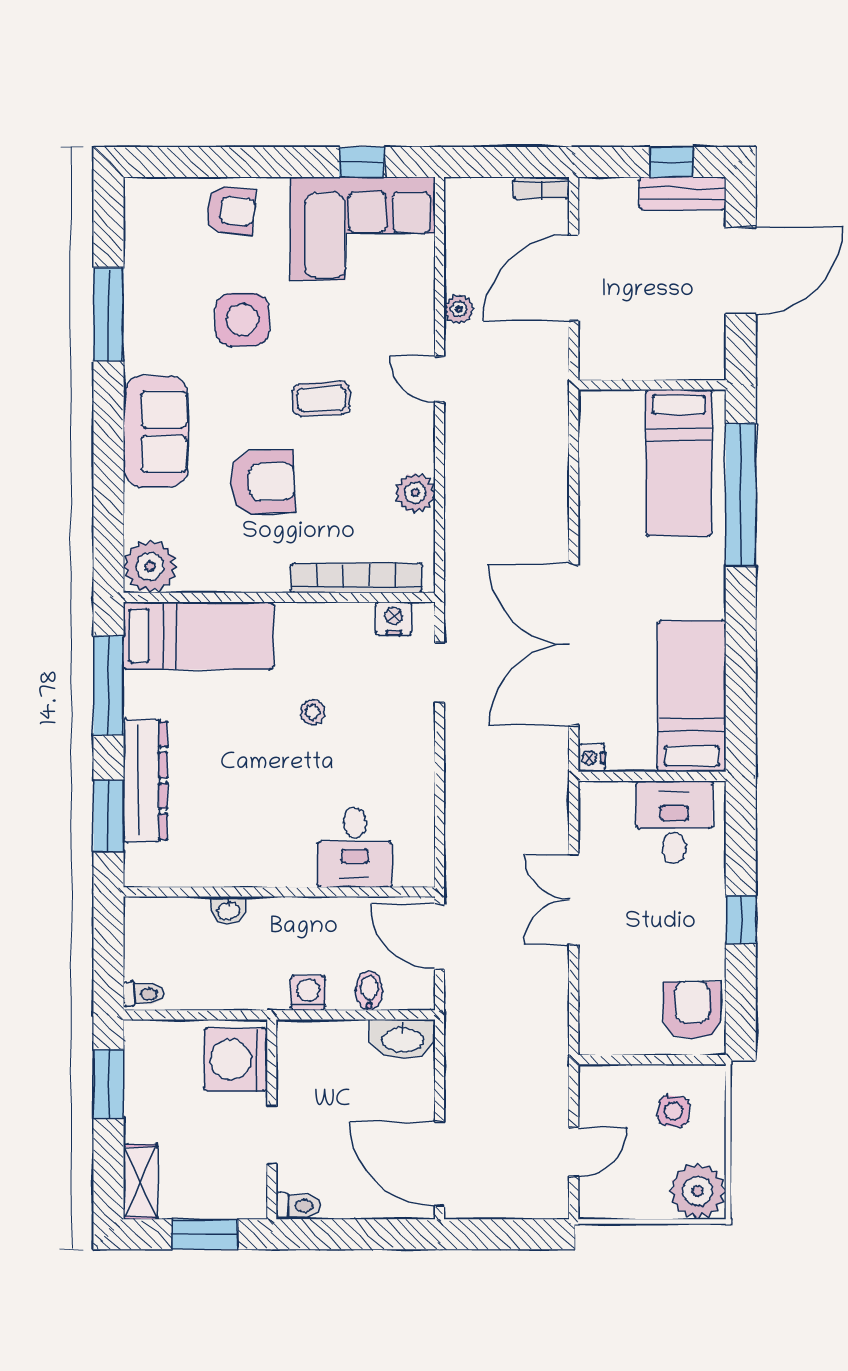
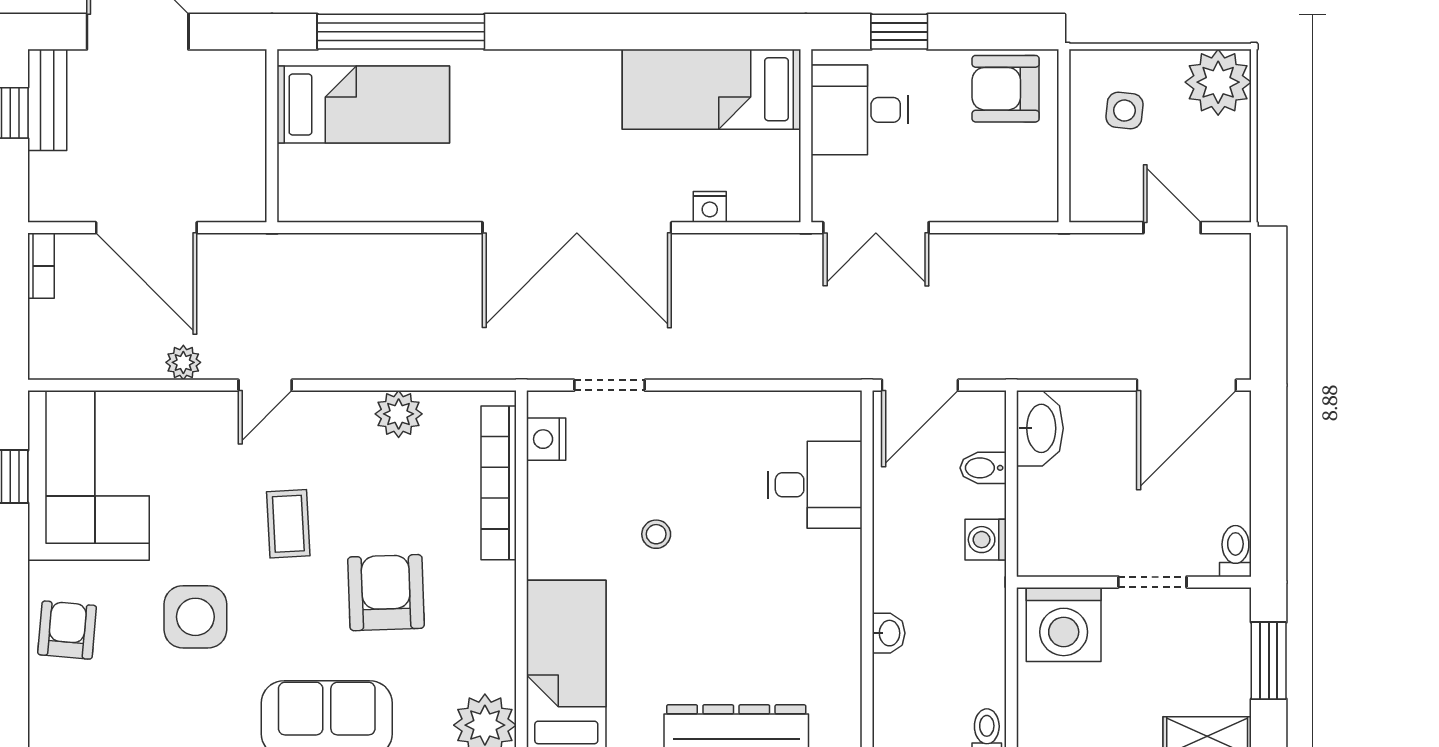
bed: (692, 696) -> (712, 89), moved
wall: (652, 776) -> (806, 136), moved
desk: (674, 822) -> (860, 110), moved

